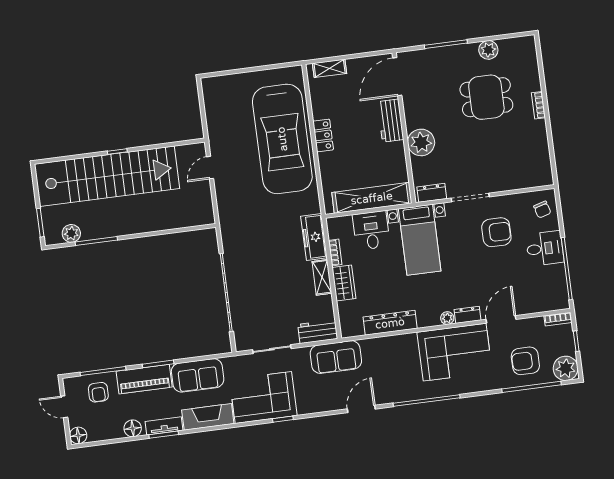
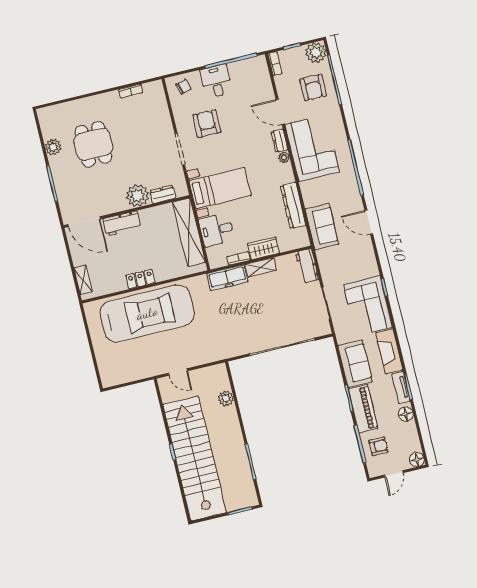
bookcase: (538, 105) -> (131, 91), moved
dresser: (432, 193) -> (163, 194), moved, turned 90
plant: (71, 233) -> (226, 398), moved
sofa: (336, 357) -> (322, 227), moved

